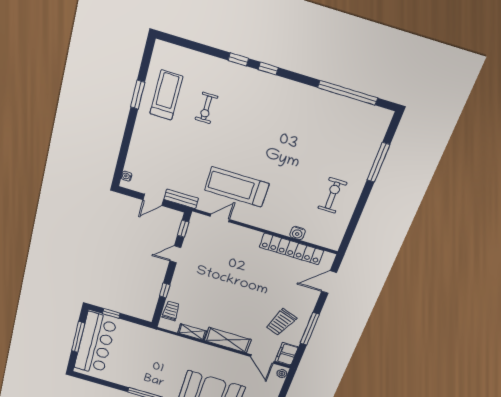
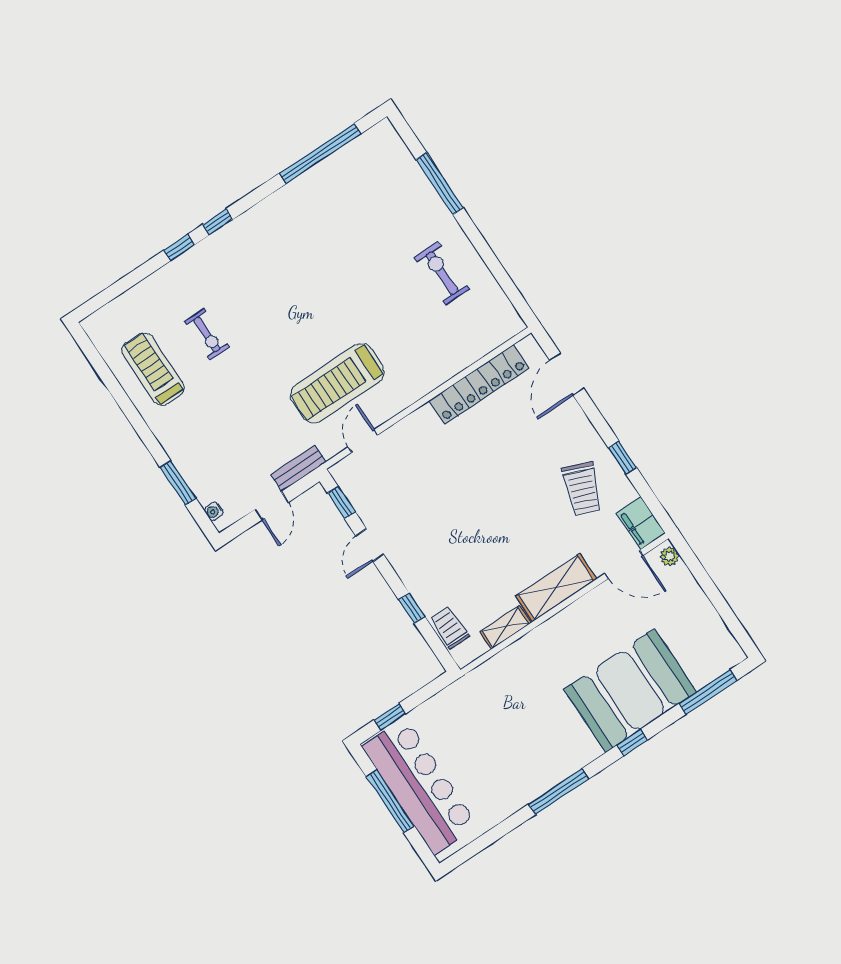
window: (138, 95) -> (178, 483), moved
water cooler: (298, 233) -> (462, 358), removed
window: (310, 329) -> (622, 458), width x0.46

